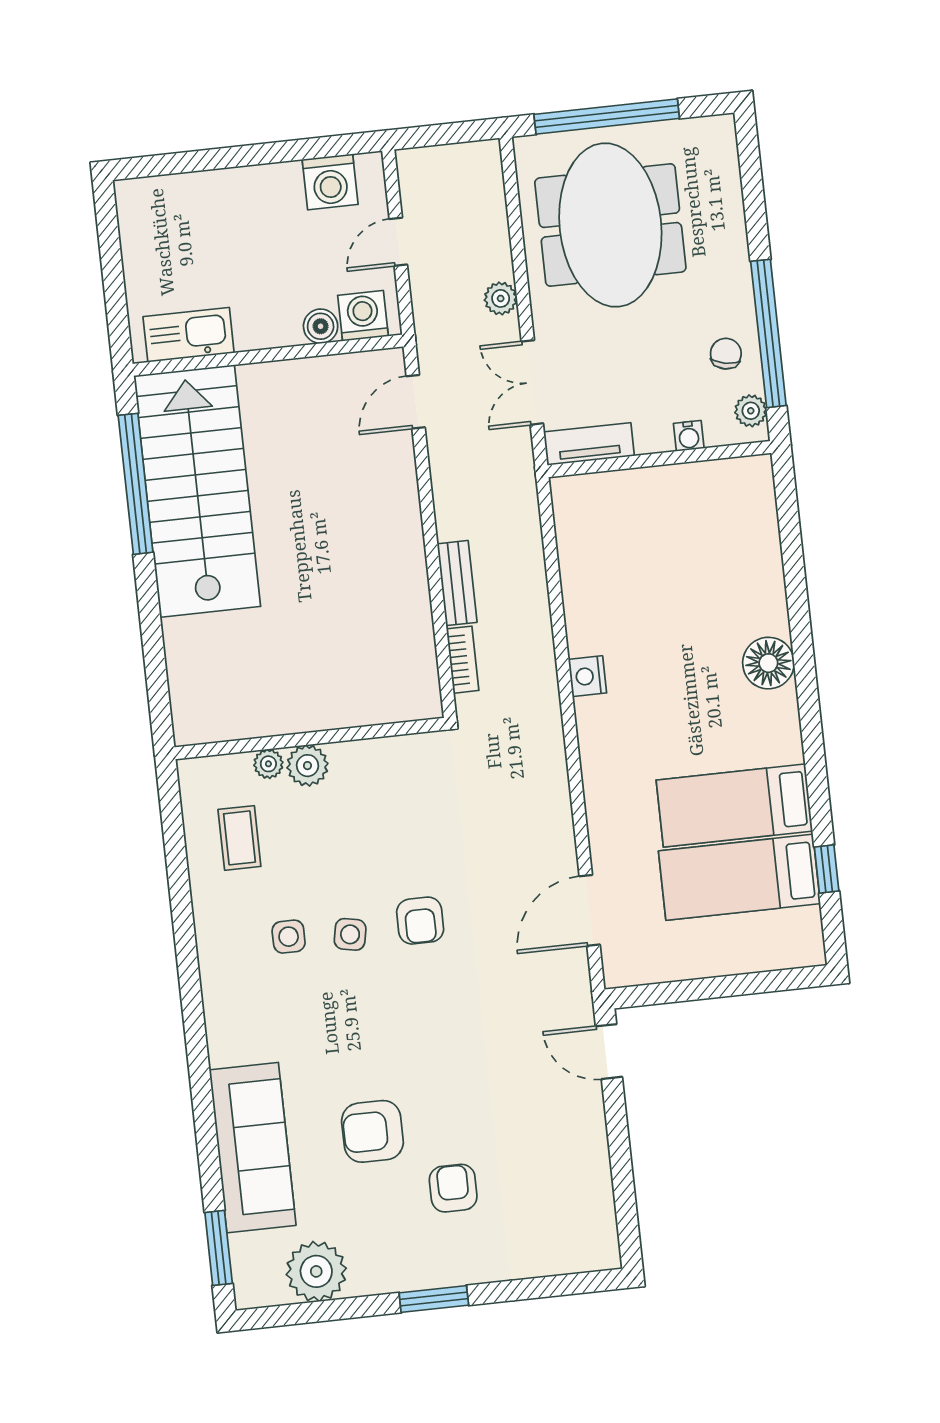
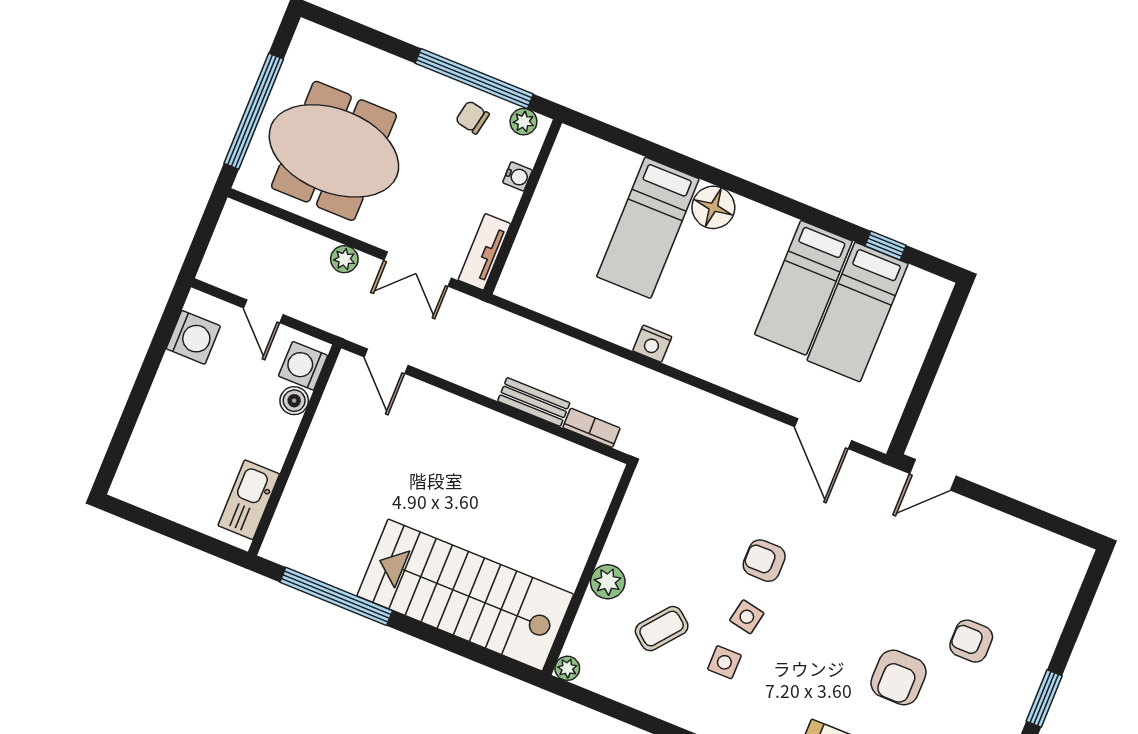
stairs: (197, 491) -> (465, 595), moved
bed: (709, 605) -> (648, 228), added
plant: (268, 764) -> (567, 668), moved
coffee table: (239, 838) -> (662, 629), moved, turned -51
armchair: (420, 921) -> (764, 561), turned 180

